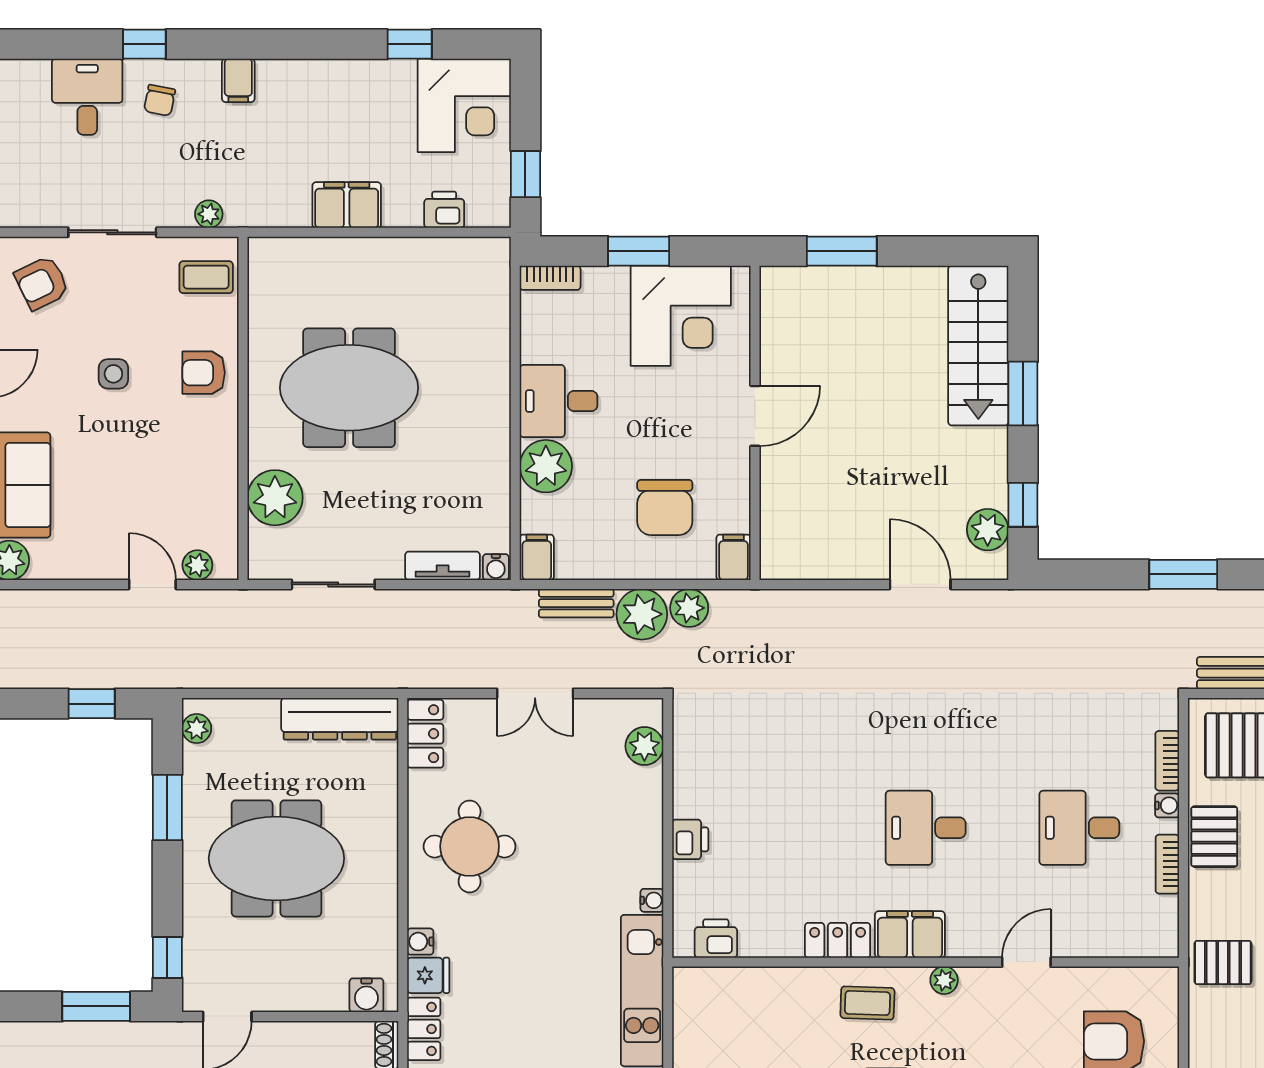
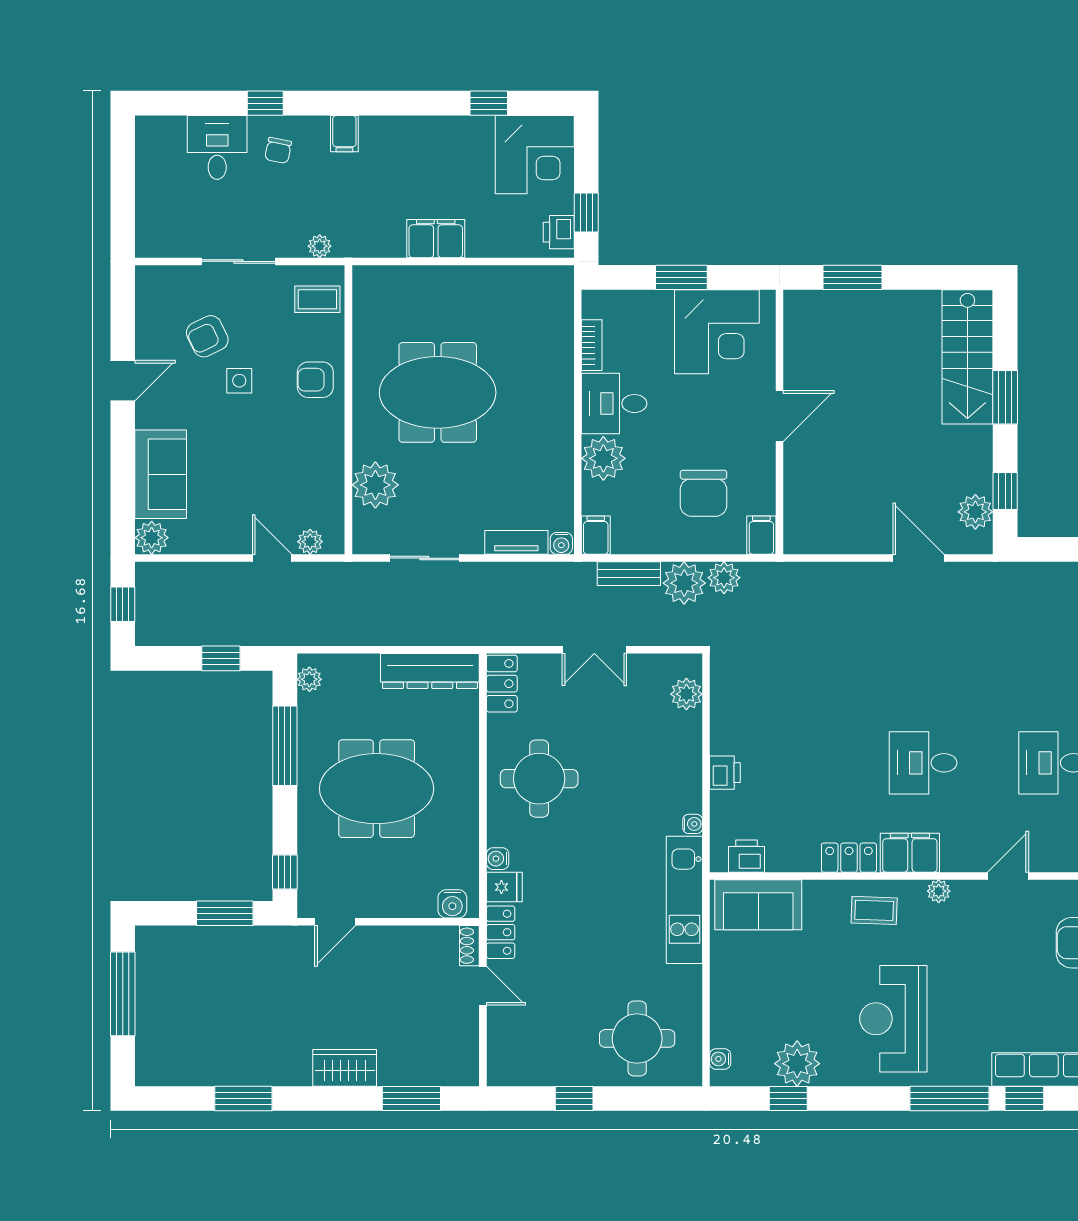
printer: (444, 210) -> (559, 232), moved, turned -90
bookcase: (550, 278) -> (592, 345), moved, turned -90
armchair: (42, 283) -> (207, 336), moved
window: (167, 807) -> (285, 746), width x1.44
sofa: (730, 996) -> (758, 905), added

